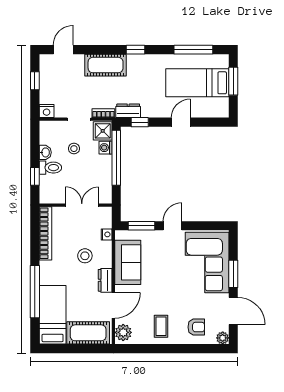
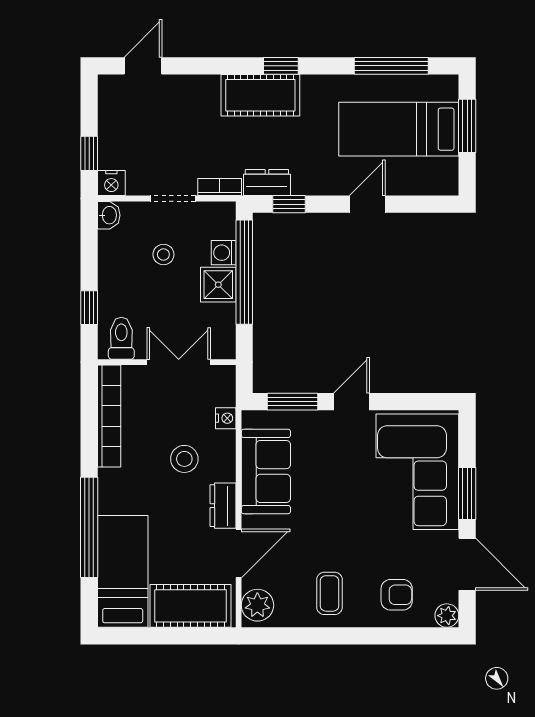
cot: (106, 65) -> (260, 95), moved
window: (35, 81) -> (89, 153), moved
shower: (103, 131) -> (218, 285), moved
washbasin: (45, 152) -> (109, 215), moved
toilet: (50, 168) -> (121, 338), moved, turned -90

